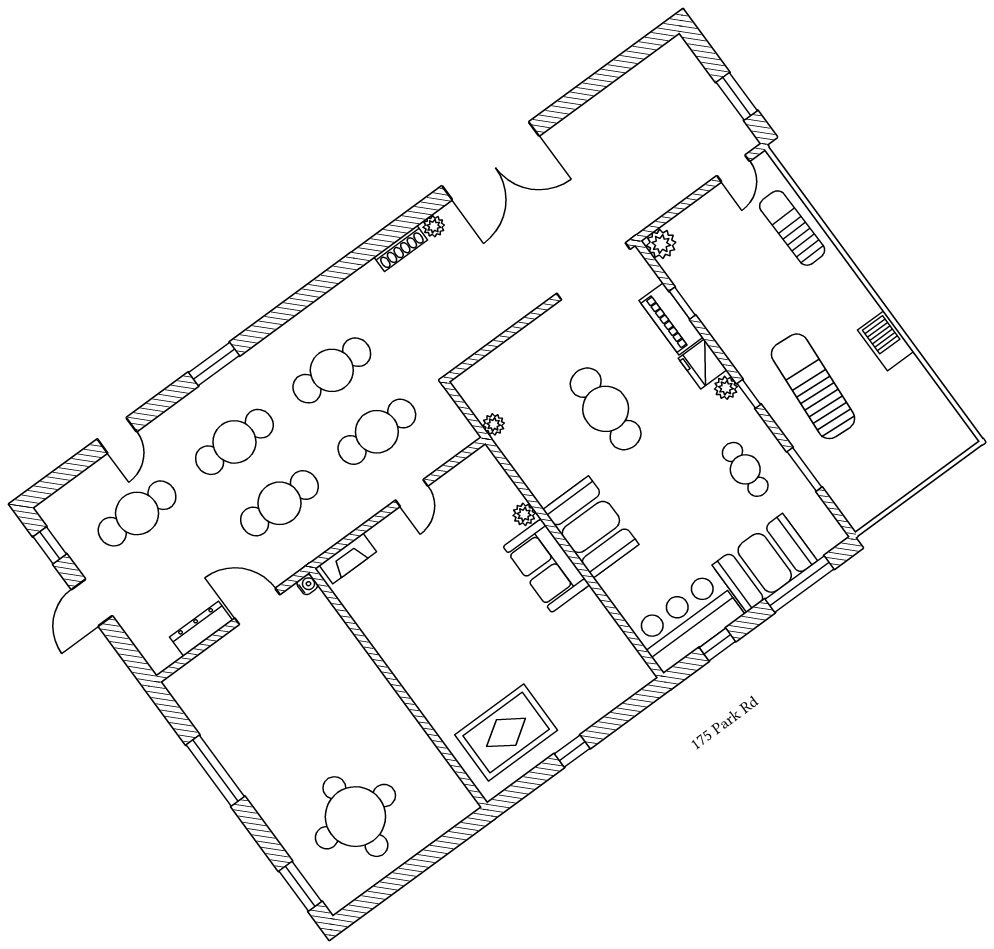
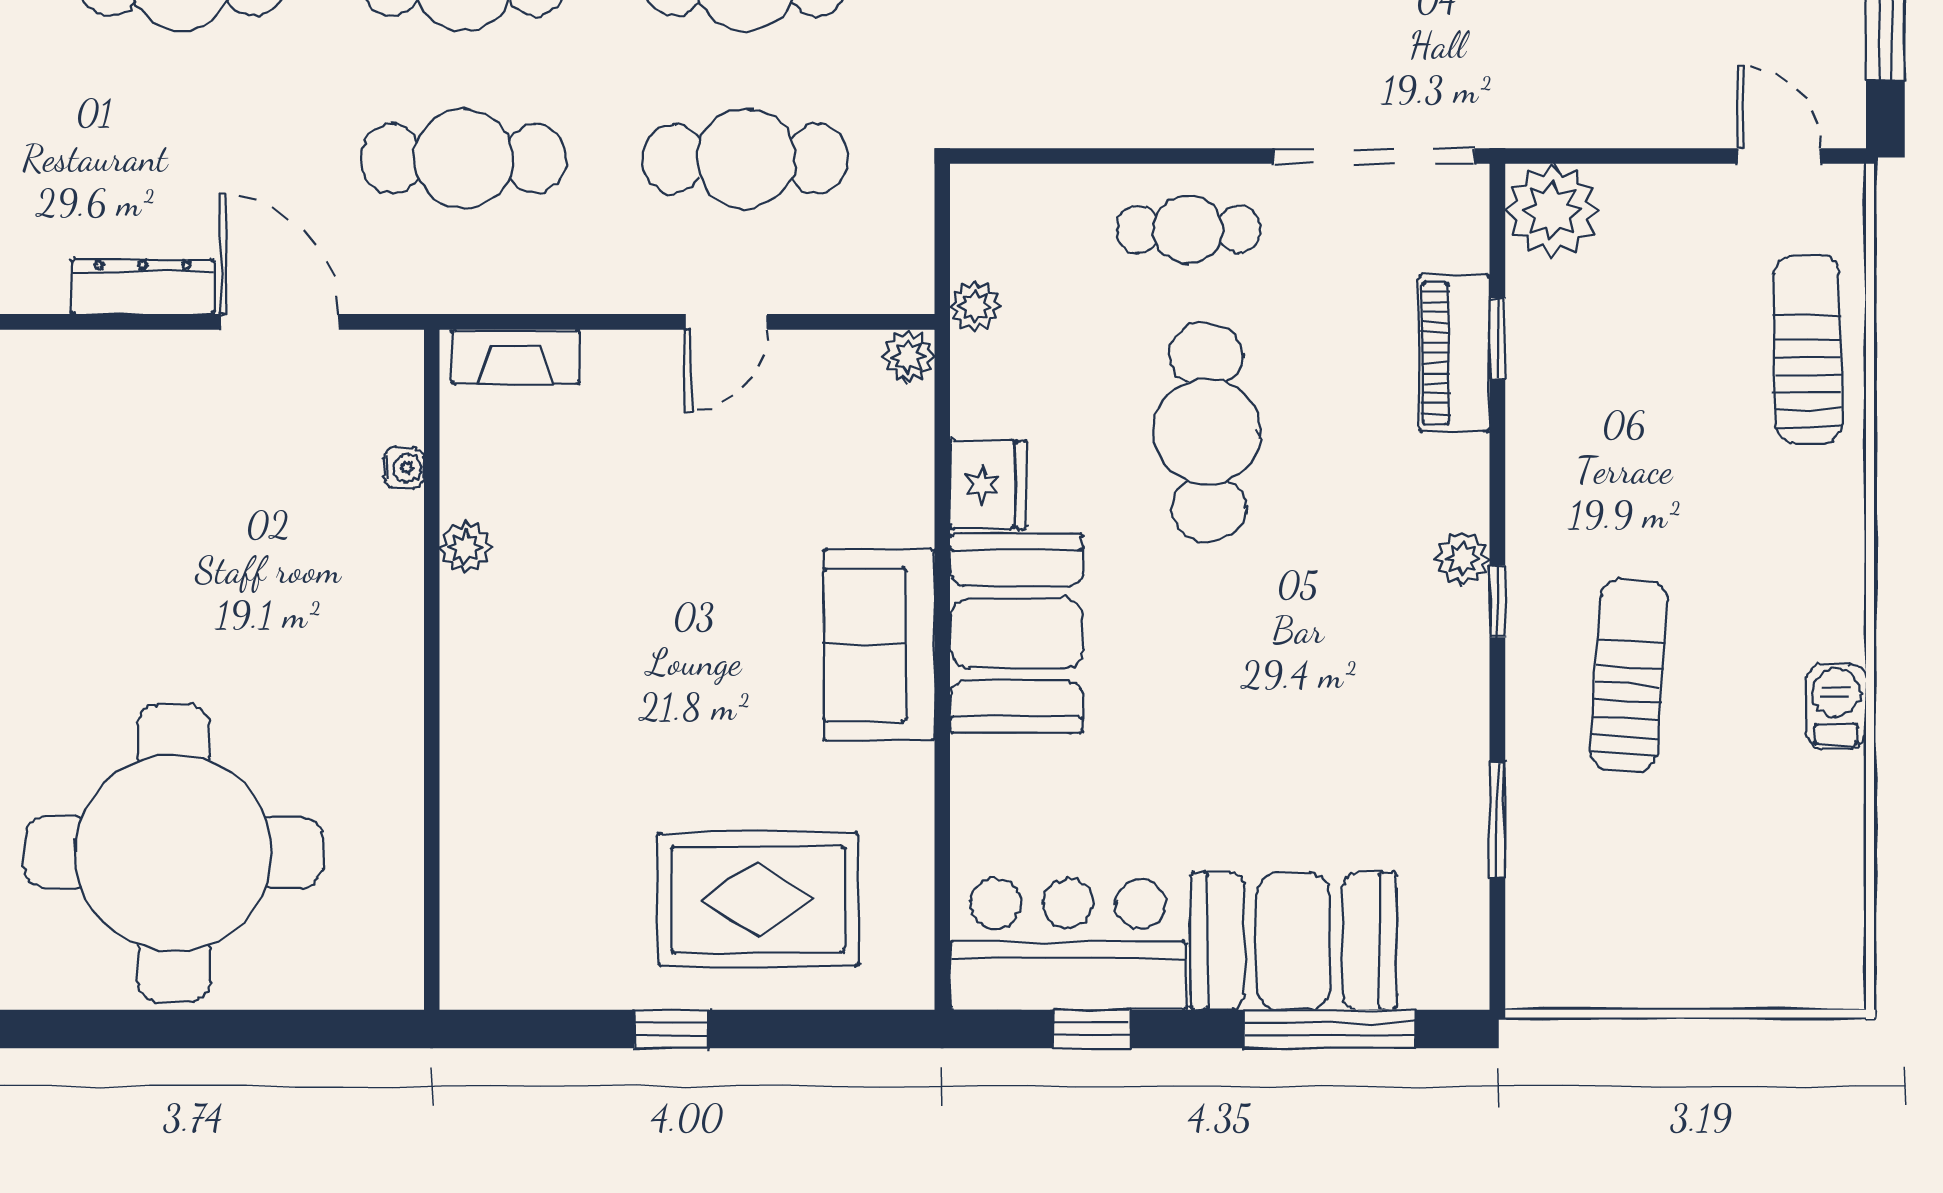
door: (733, 169) -> (1779, 156), swing flipped
plant: (661, 244) -> (1552, 211), width x1.36, depth x1.36
barbecue: (886, 341) -> (1836, 707), width x0.73, depth x0.79
fridge: (703, 364) -> (988, 484), moved, turned 180
sun lounger: (813, 386) -> (1628, 676), width x0.73, depth x0.75
cafe table: (745, 469) -> (1188, 229), moved, turned 90
plant: (524, 514) -> (908, 357), moved
water cooler: (307, 585) -> (404, 468), moved
plant: (379, 637) -> (465, 547), added
rug: (506, 732) -> (758, 900), moved
round table: (355, 817) -> (174, 853), width x1.36, depth x1.36

